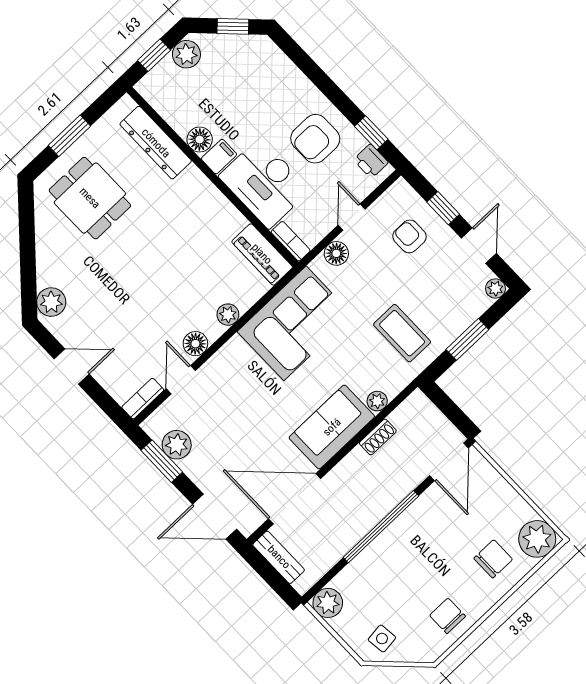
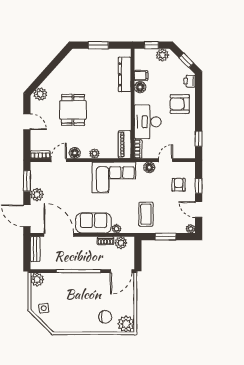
armchair: (315, 139) -> (180, 104), moved
filing cabinet: (219, 157) -> (141, 76), moved
printer: (371, 161) -> (190, 81), moved
dining table: (90, 198) -> (73, 110), moved
door: (479, 246) -> (199, 209), swing flipped
plant: (405, 417) -> (121, 243), added
plant: (177, 445) -> (37, 195), moved
chair: (448, 616) -> (72, 321), removed

